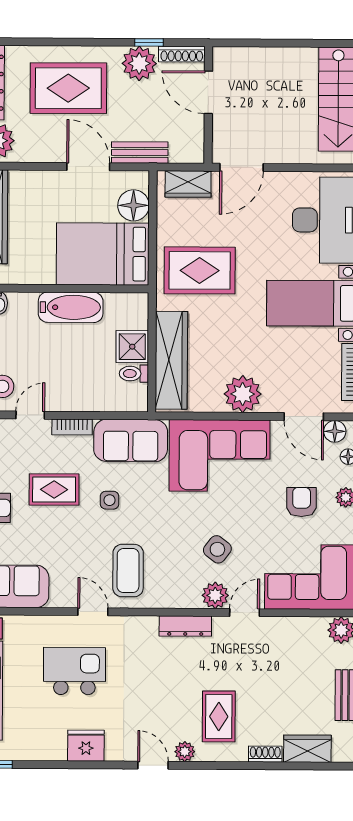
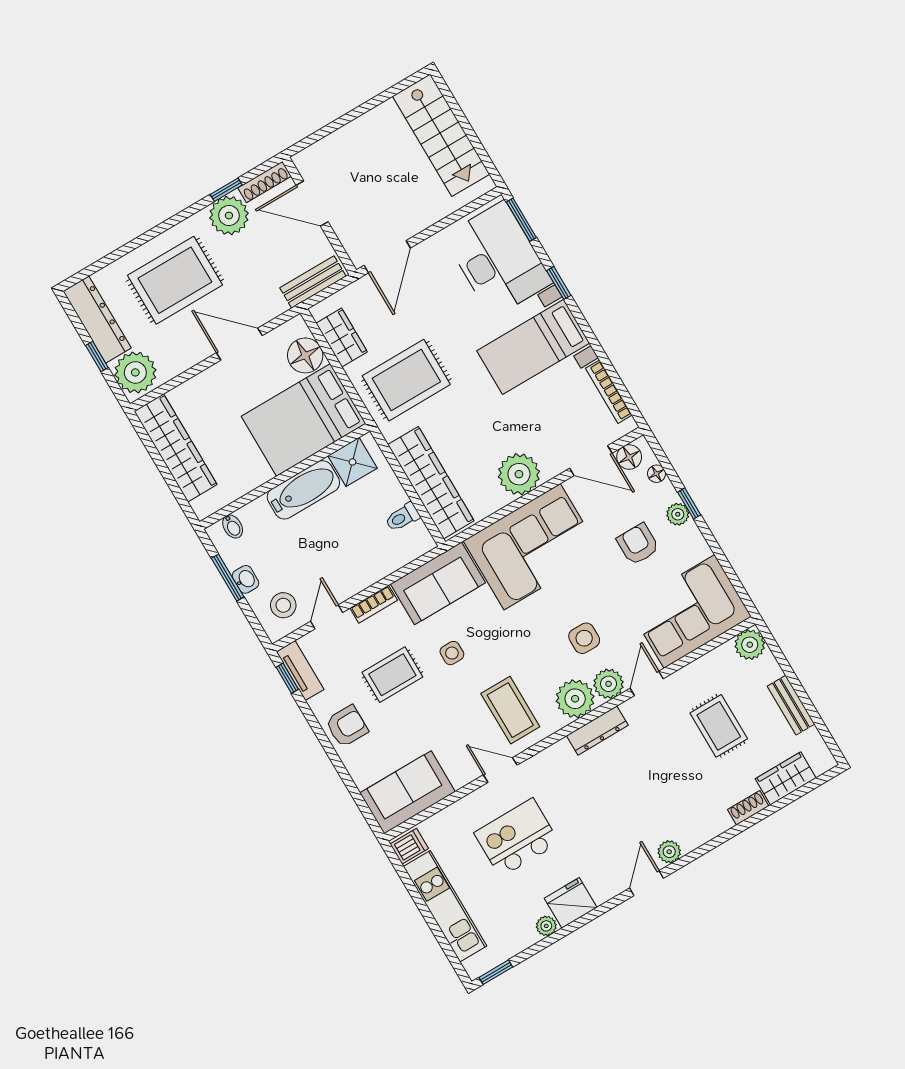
bench: (140, 153) -> (313, 282), moved
wardrobe: (188, 184) -> (342, 338), moved, turned -90
shower: (132, 347) -> (353, 462), moved
side table: (217, 549) -> (584, 638), turned -37
plant: (183, 591) -> (575, 699), added
rug: (219, 716) -> (719, 726), moved
plant: (57, 752) -> (546, 926), added
door: (153, 765) -> (647, 883), hinge flipped

